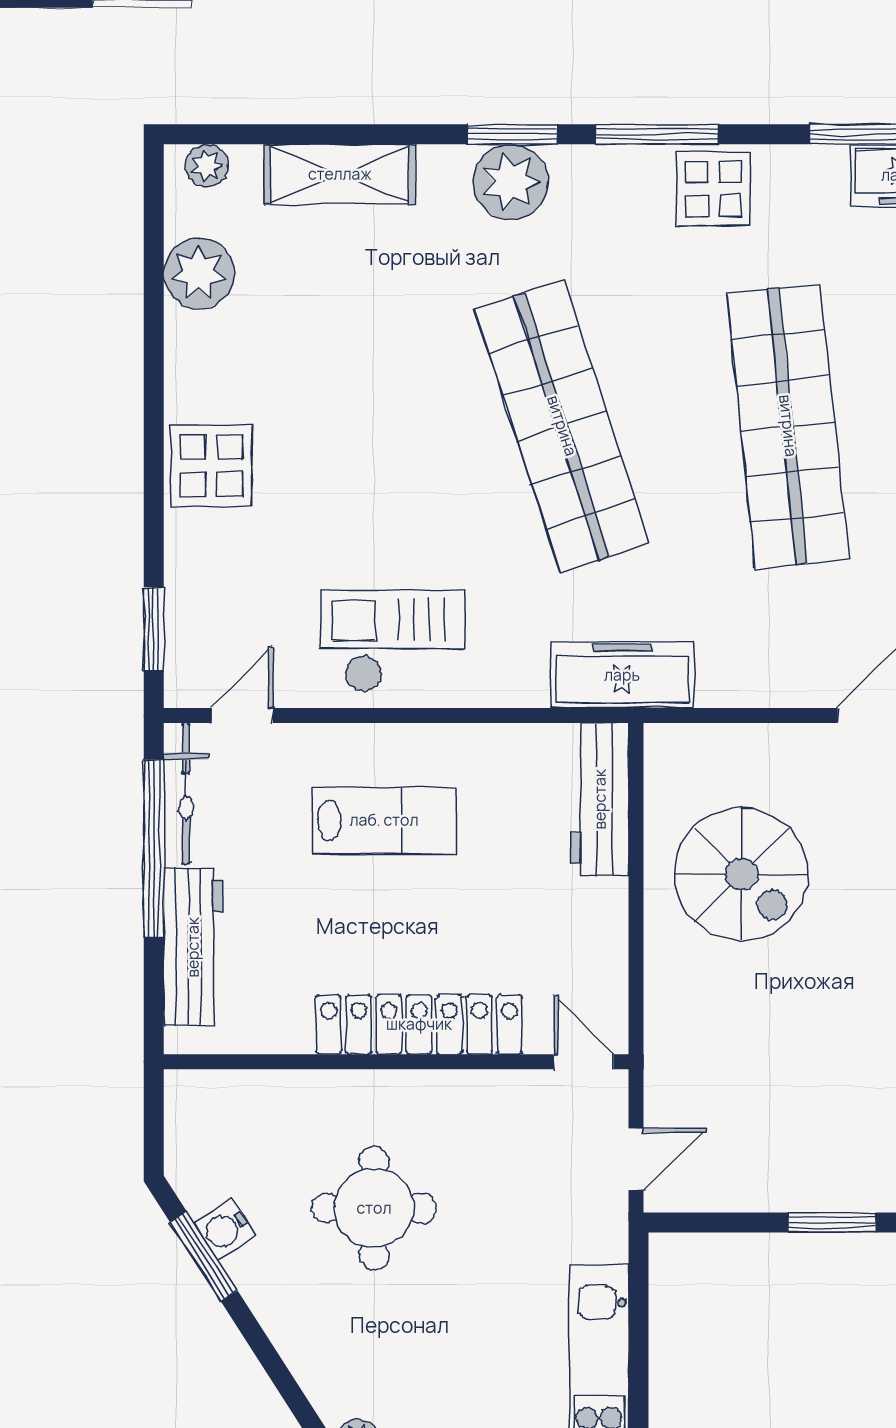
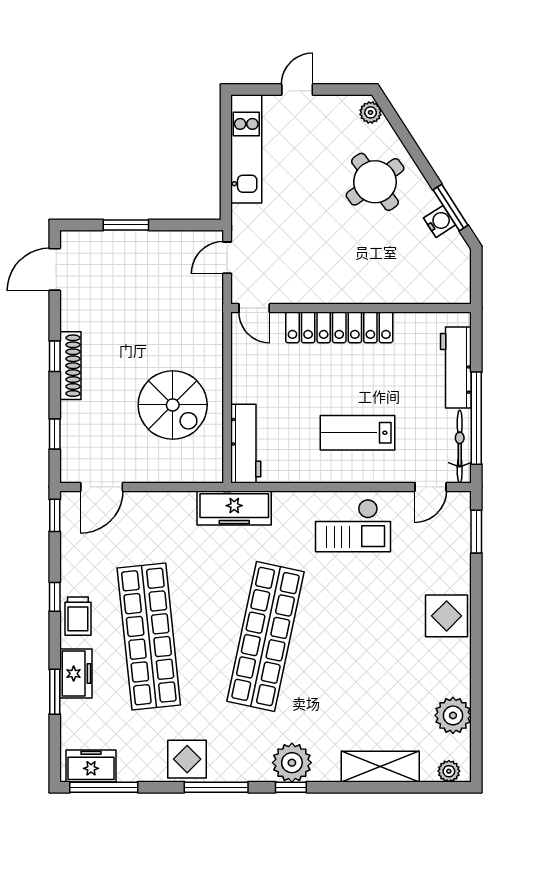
window: (513, 134) -> (291, 787), width x0.67
shop shelf: (562, 426) -> (265, 636), turned 30
spiral stairs: (741, 874) -> (173, 405), turned 180
round table: (374, 1208) -> (375, 182), moved, turned -36

